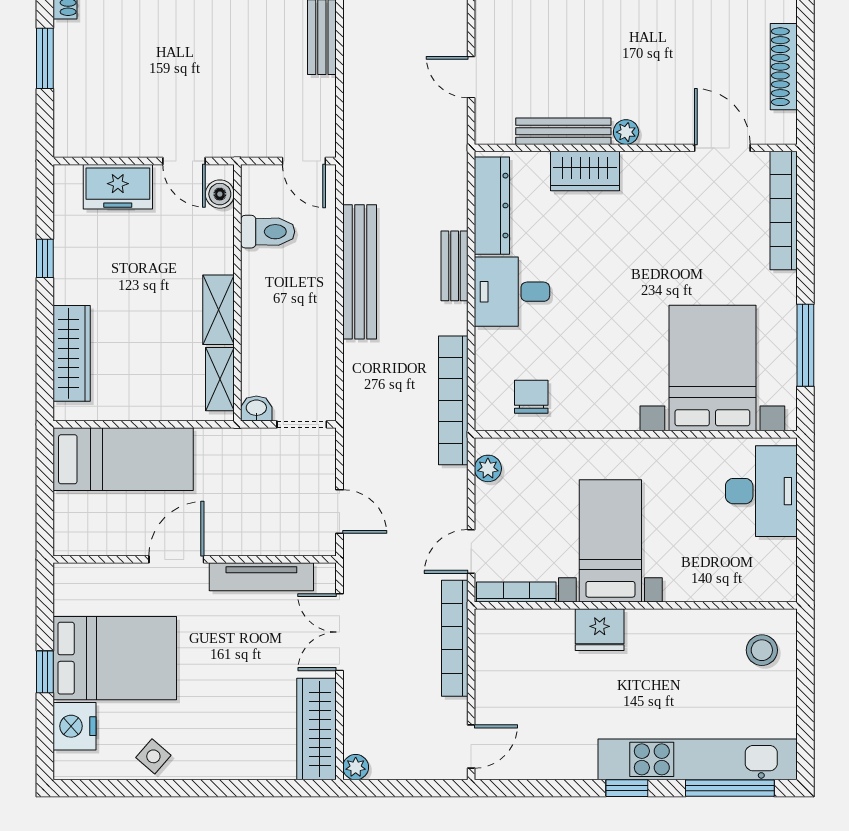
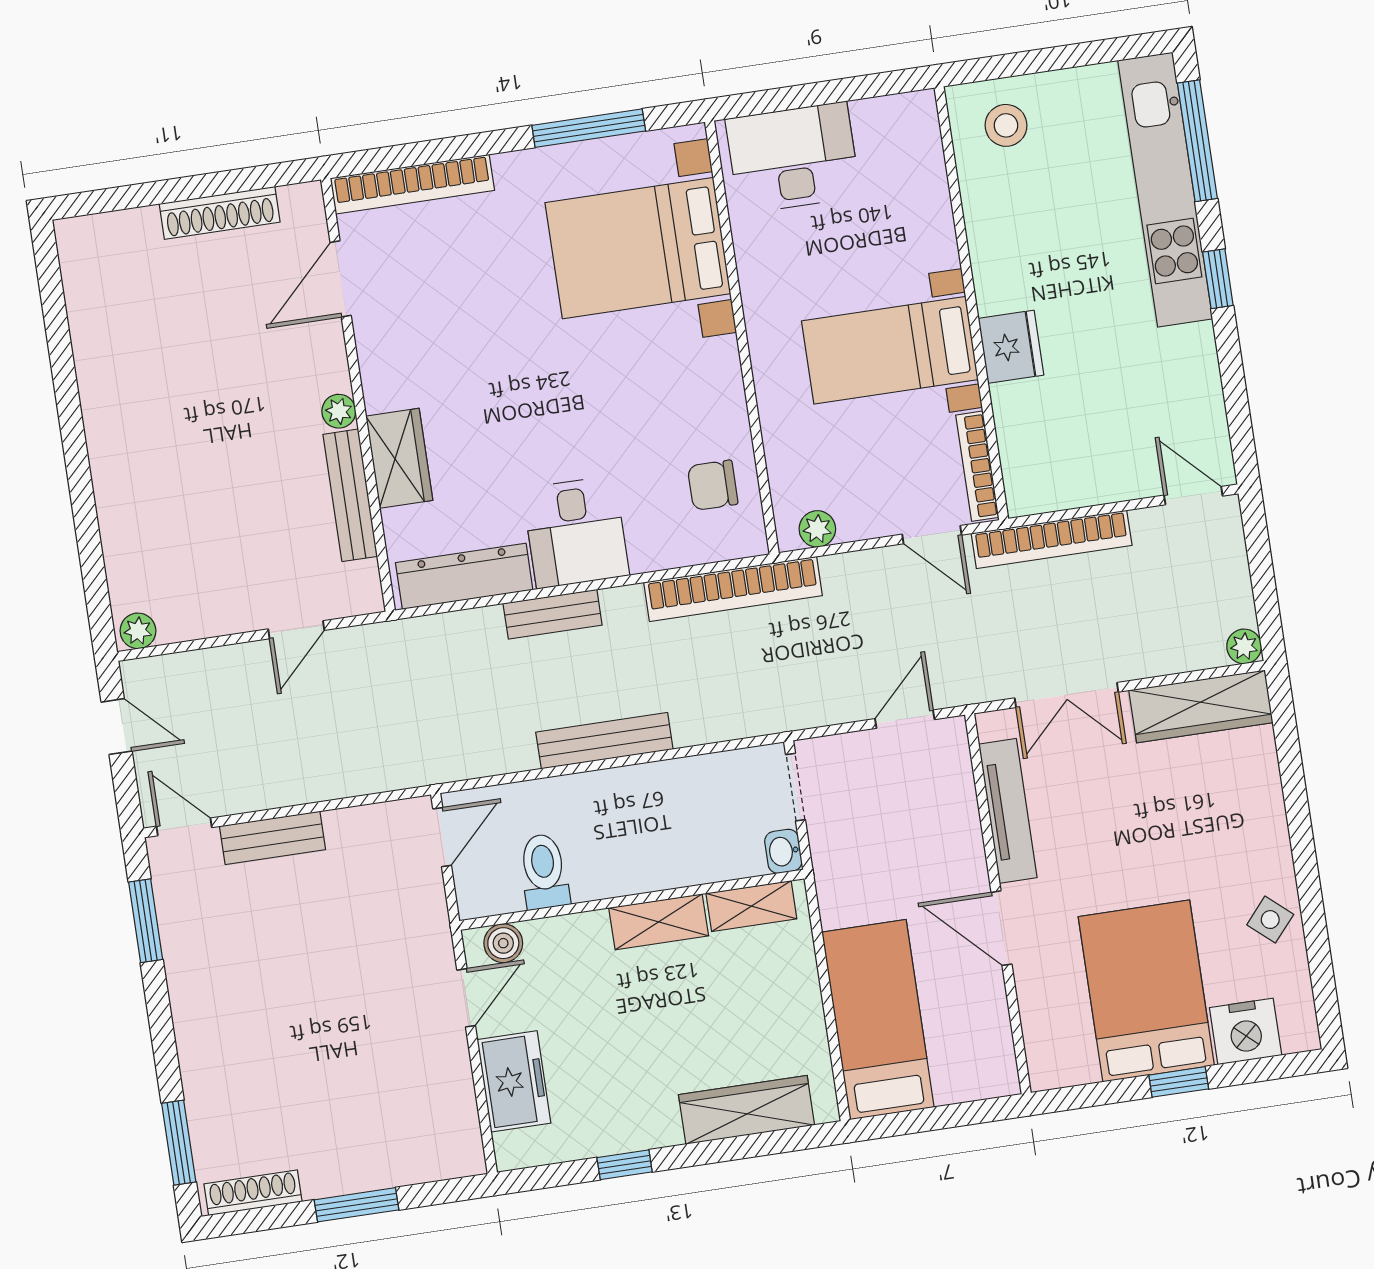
bench: (360, 272) -> (604, 741), width x0.73, depth x0.82

